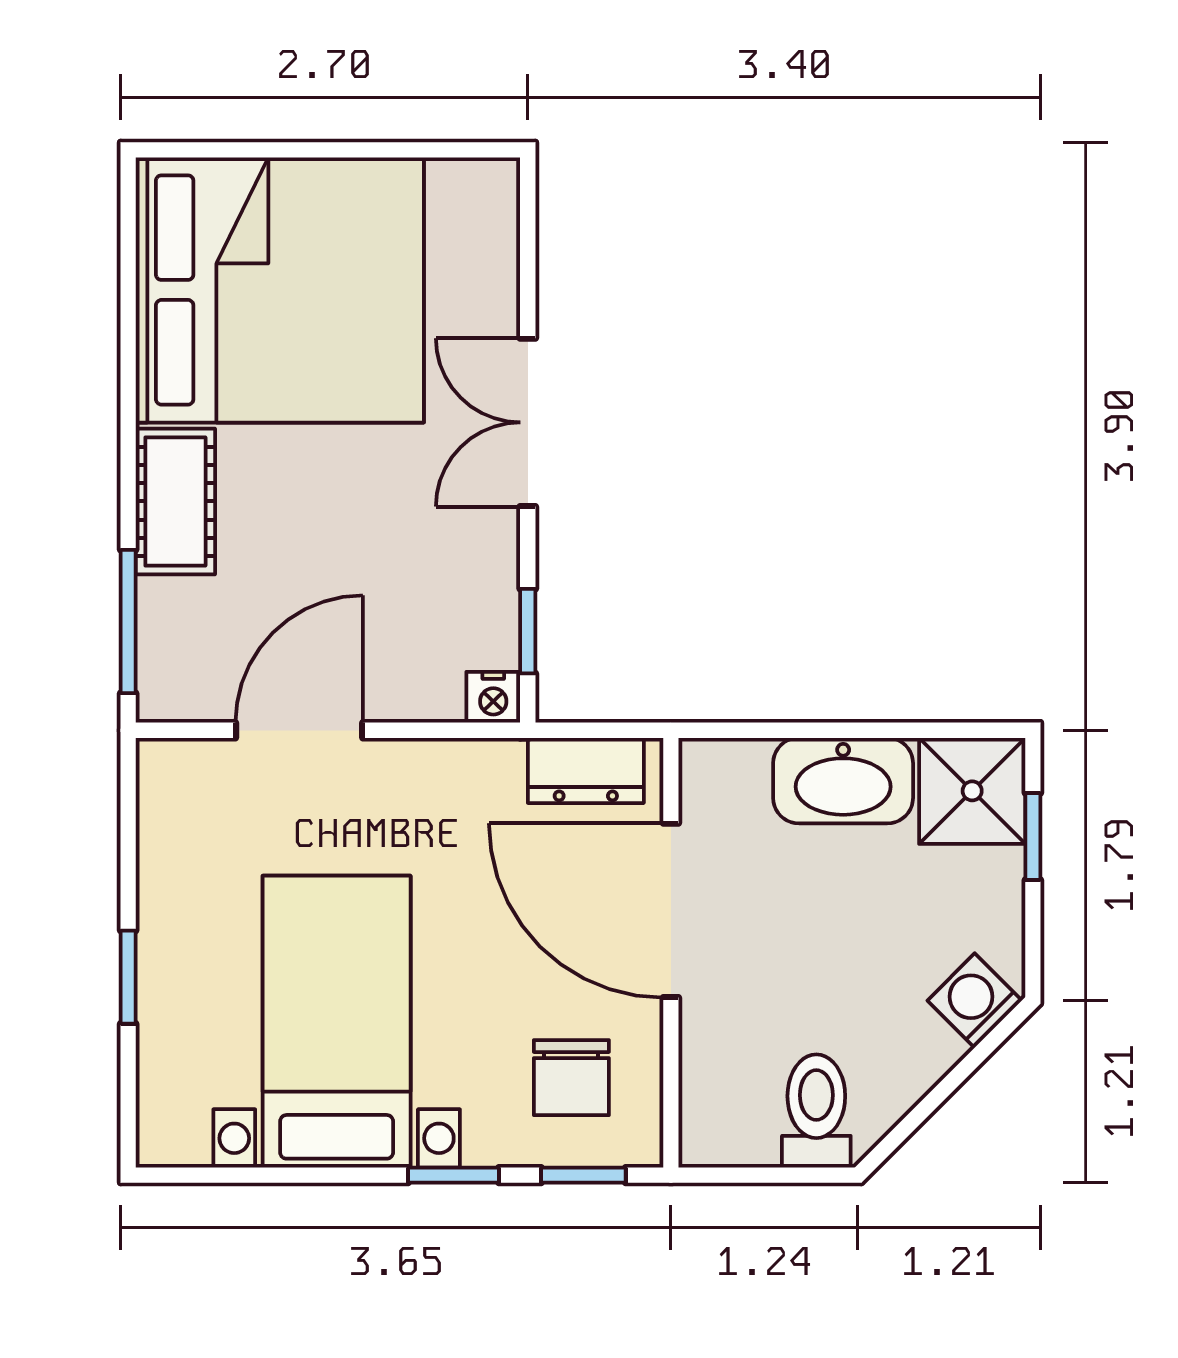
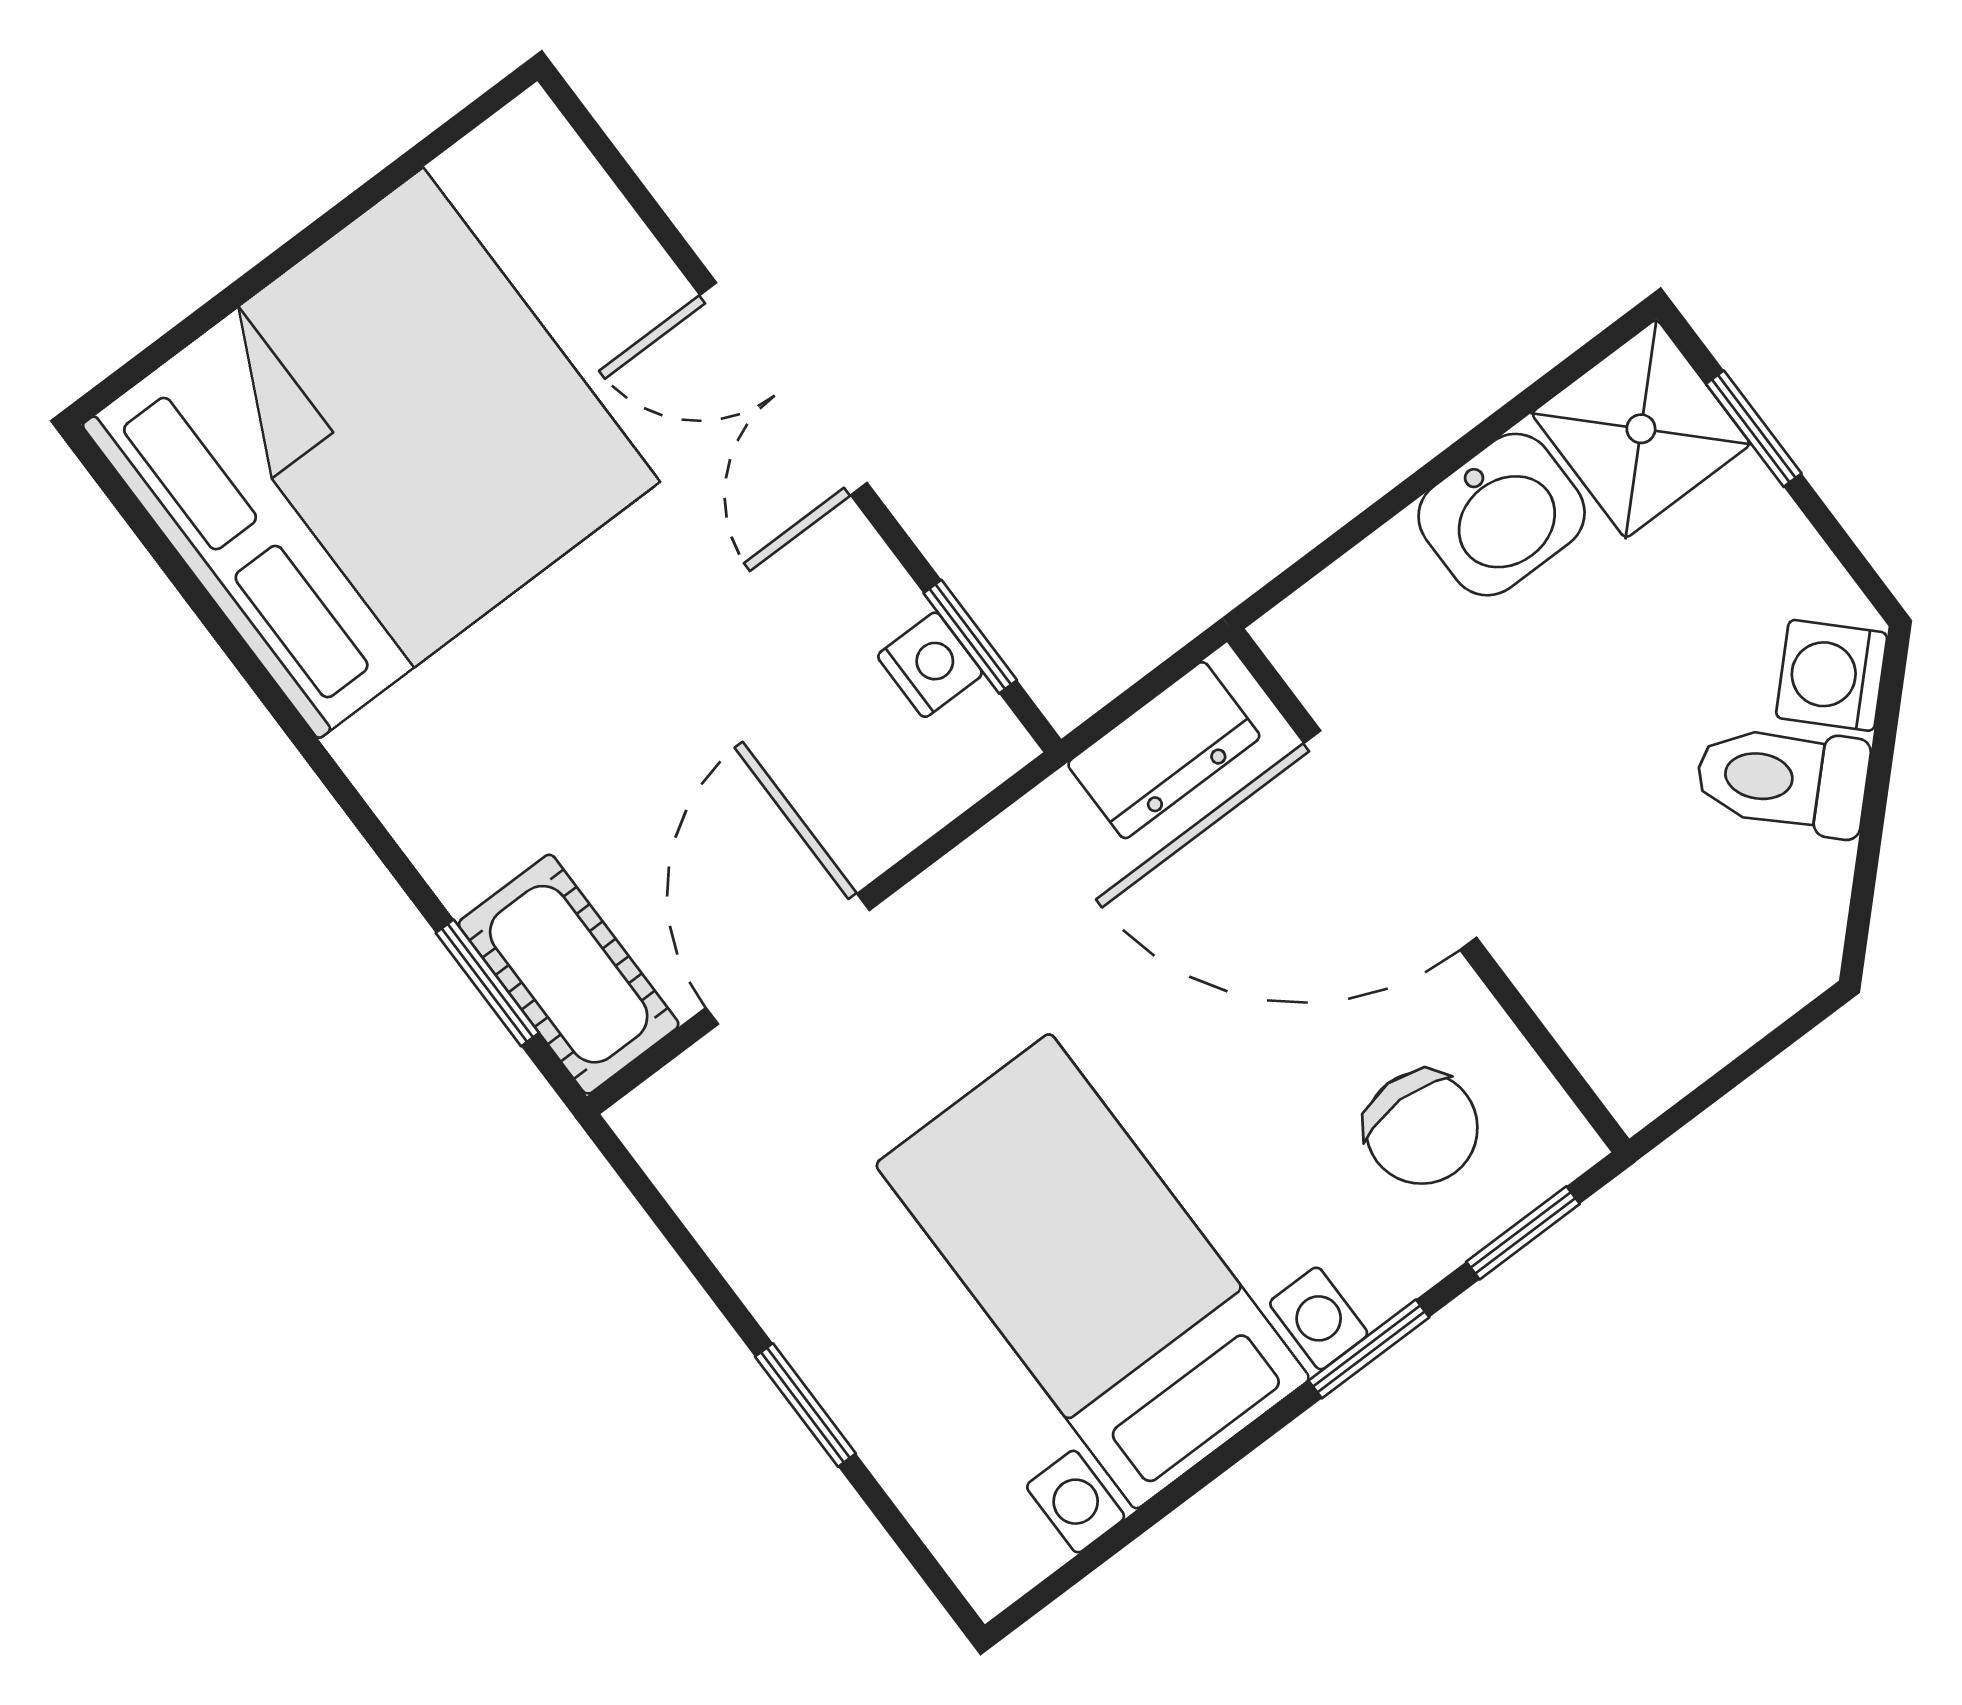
cot: (175, 501) -> (569, 974), moved
window: (128, 622) -> (487, 983), width x0.67
nightstand: (493, 697) -> (930, 665), moved, turned -90
washbasin: (843, 781) -> (1502, 515), width x0.72
toilet: (816, 1111) -> (1782, 779), moved, turned -45

